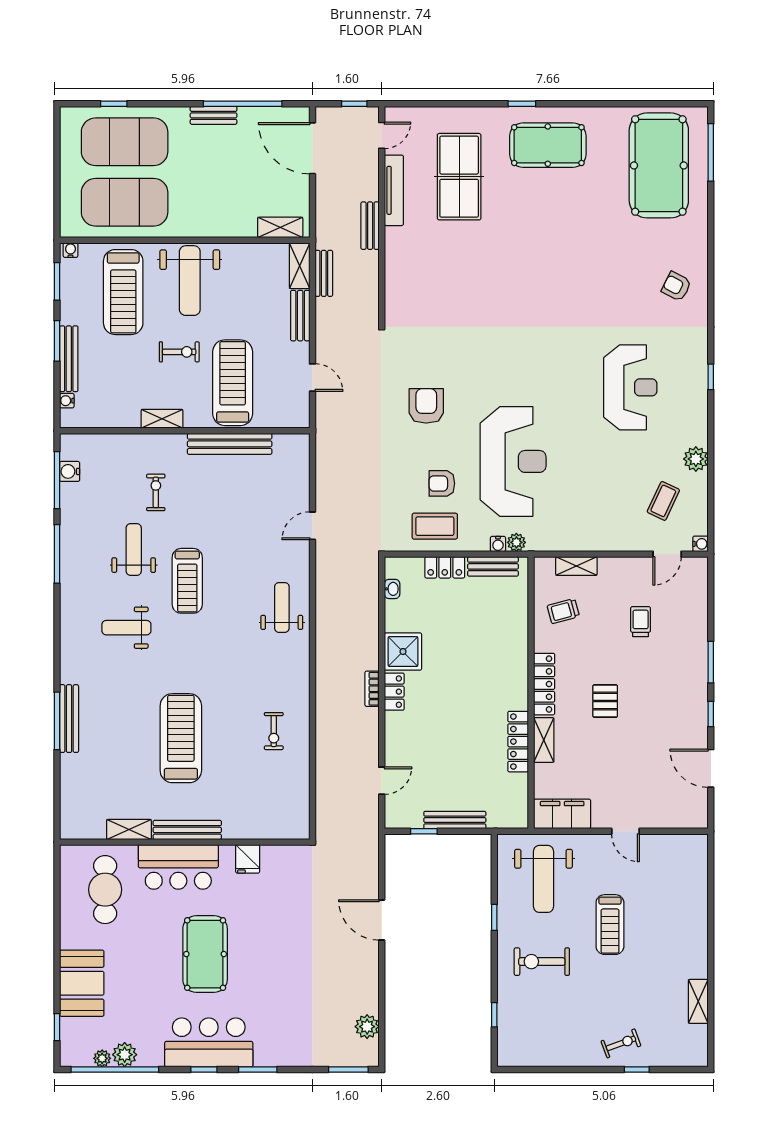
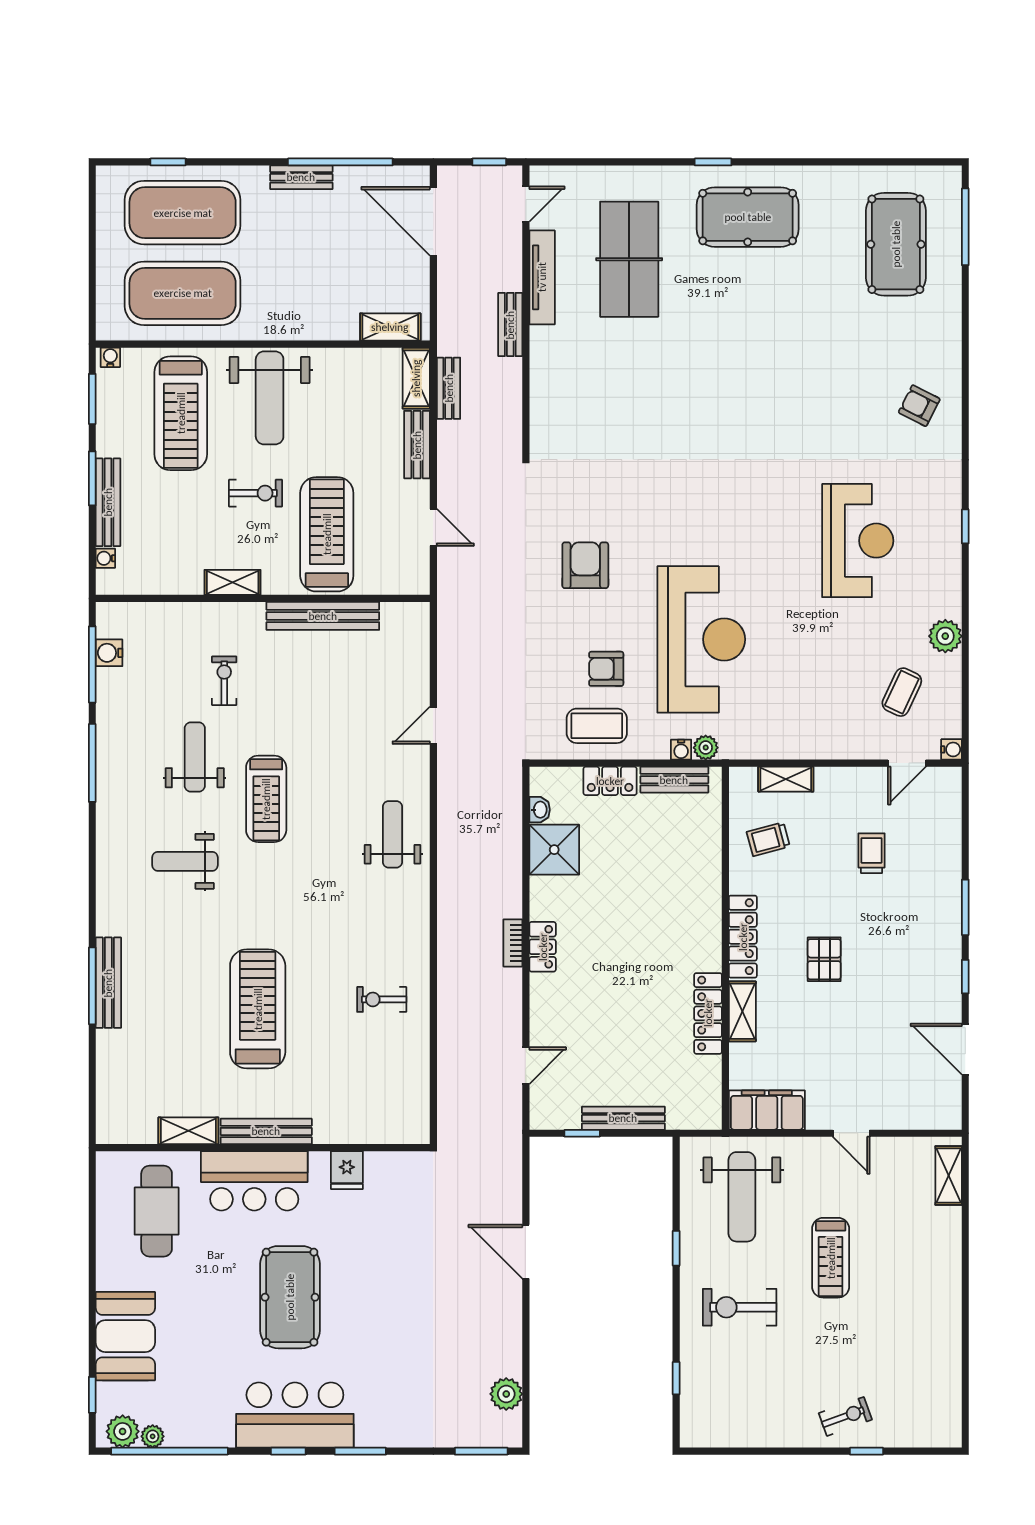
pool table: (659, 165) -> (896, 244), width x0.73, depth x0.76
shower: (403, 652) -> (554, 850), moved
exercise bike: (274, 731) -> (382, 999), turned 90
shelving: (698, 1001) -> (949, 1175), moved
plant: (125, 1055) -> (123, 1431), moved

